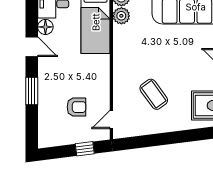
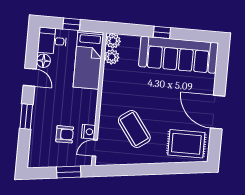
coffee table: (154, 94) -> (134, 129), width x1.36, depth x1.32
nightstand: (103, 102) -> (88, 132), added
window: (85, 149) -> (69, 172), width x1.50

